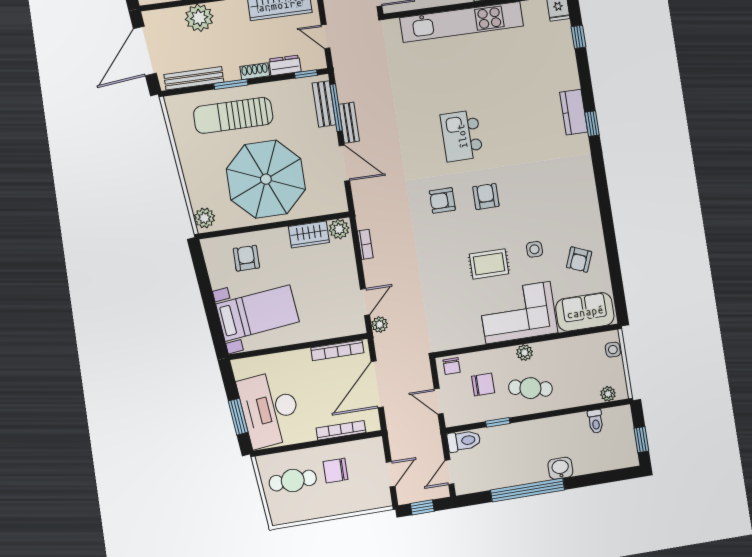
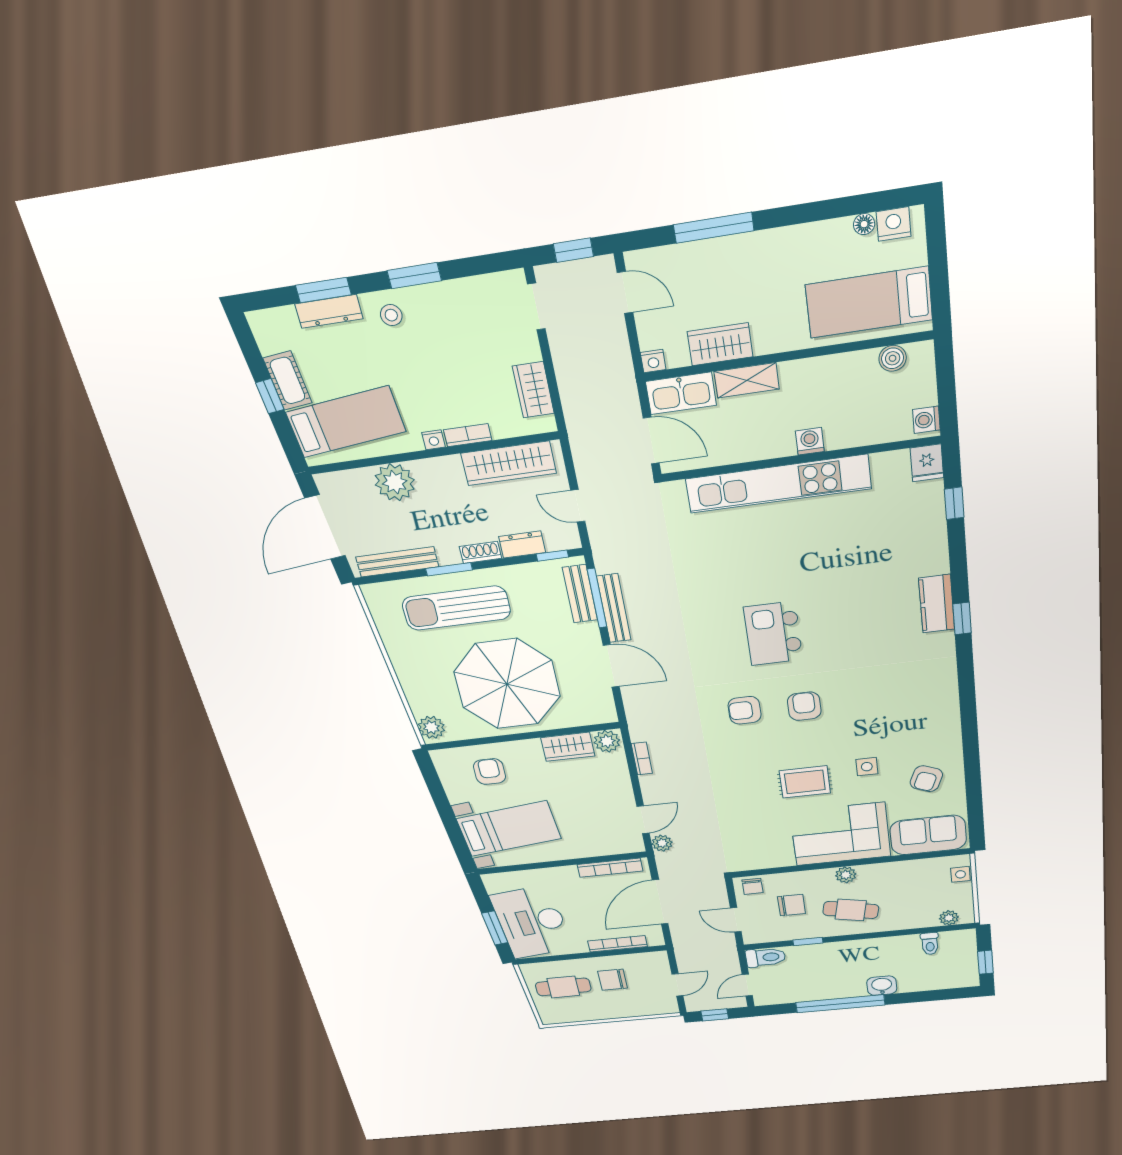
bench: (349, 123) -> (614, 608), width x1.36

